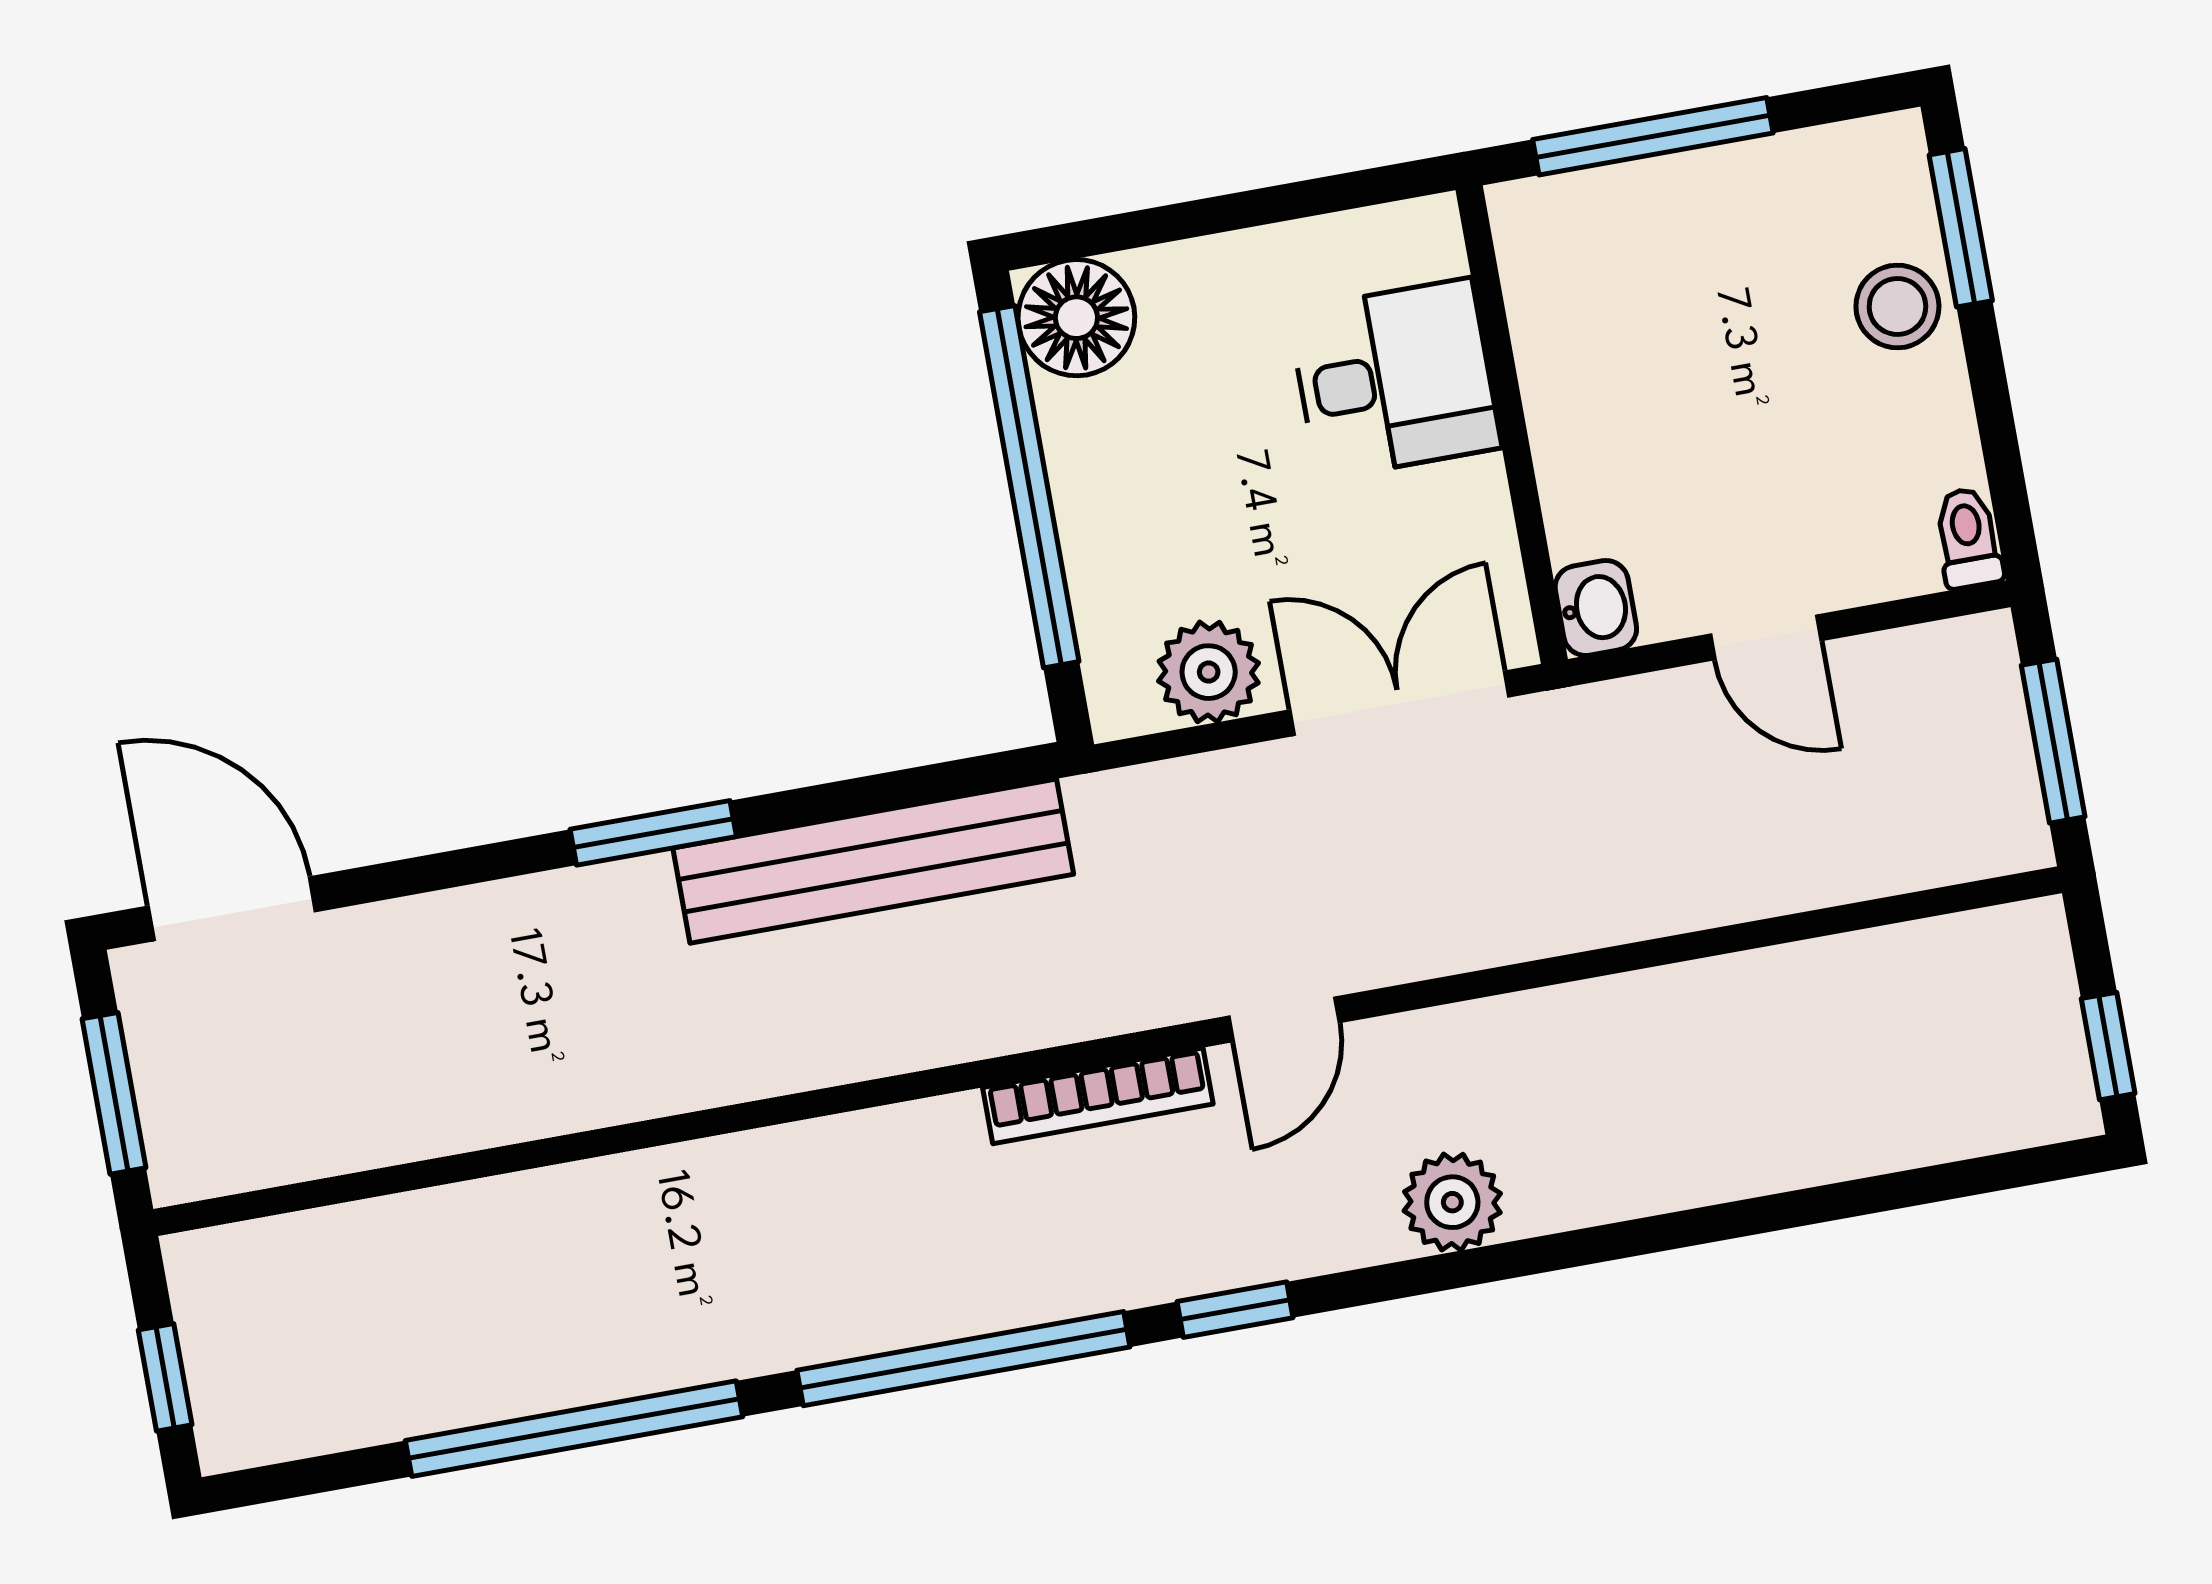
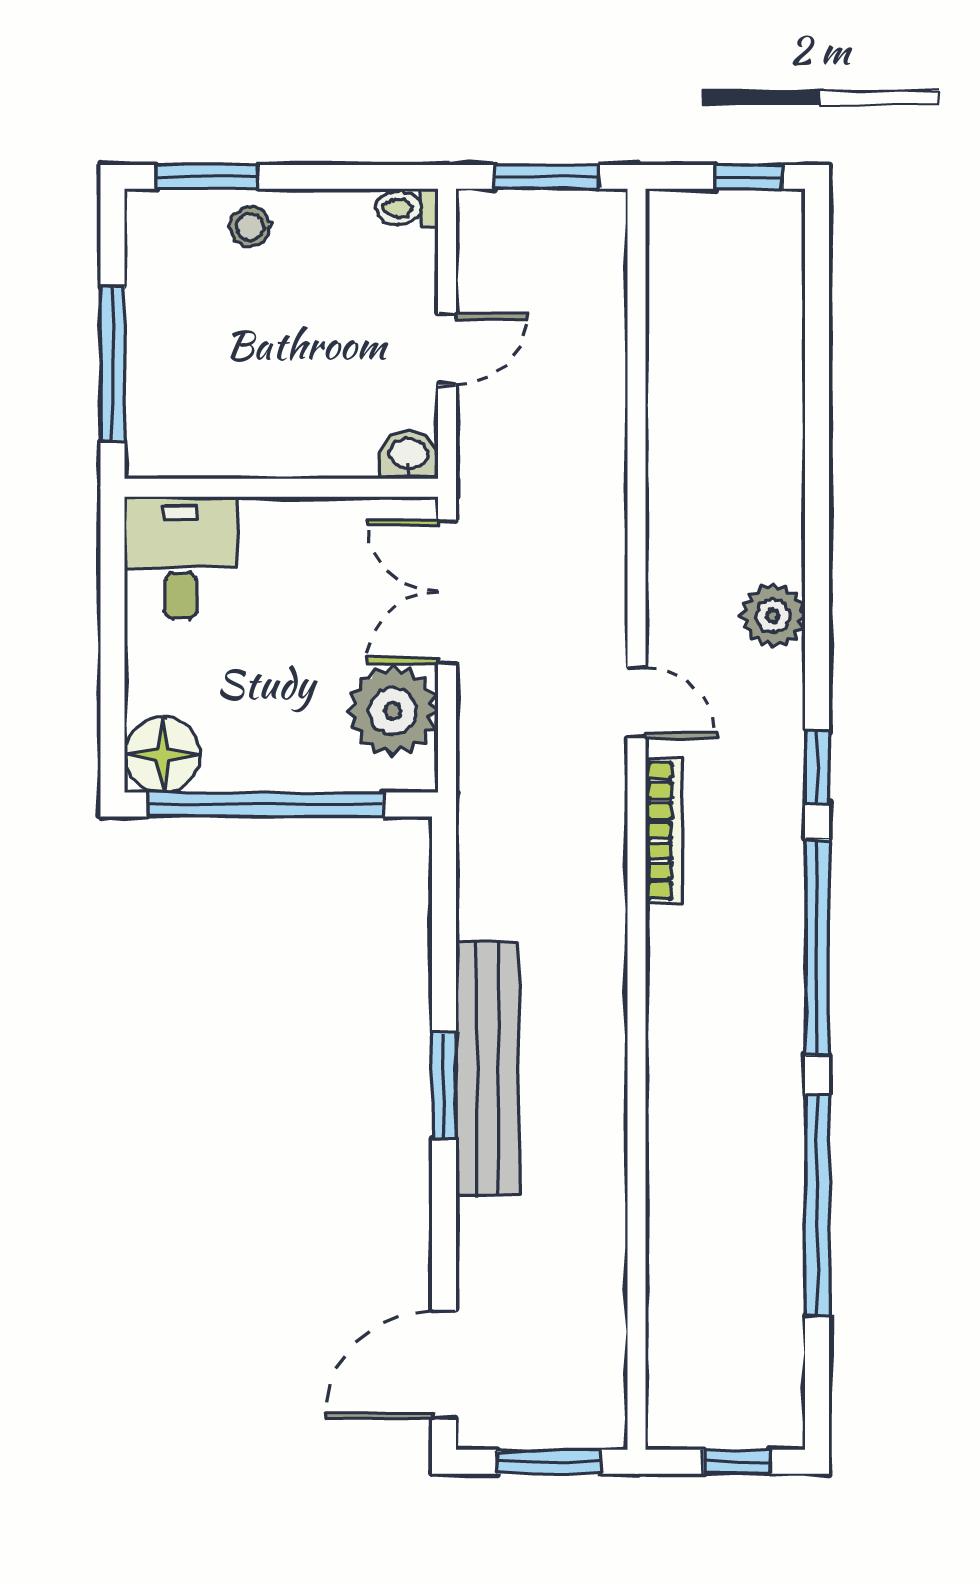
stool: (1897, 306) -> (250, 227), width x0.73, depth x0.73
desk: (1395, 379) -> (181, 558), moved
plant: (1209, 672) -> (393, 711), width x1.36, depth x1.36
bench: (873, 861) -> (487, 1069), moved

